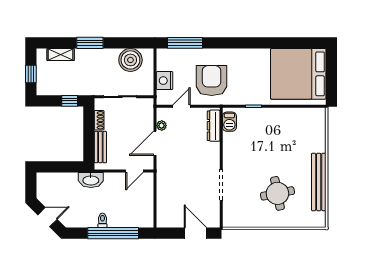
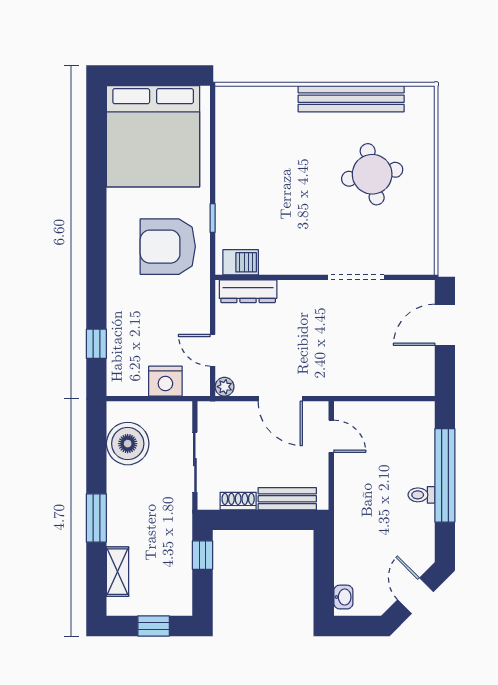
window: (185, 43) -> (96, 344), width x0.46
armchair: (212, 81) -> (168, 247), moved
plant: (162, 126) -> (224, 387), moved
washbasin: (91, 180) -> (343, 597), moved, width x0.52, depth x0.69

